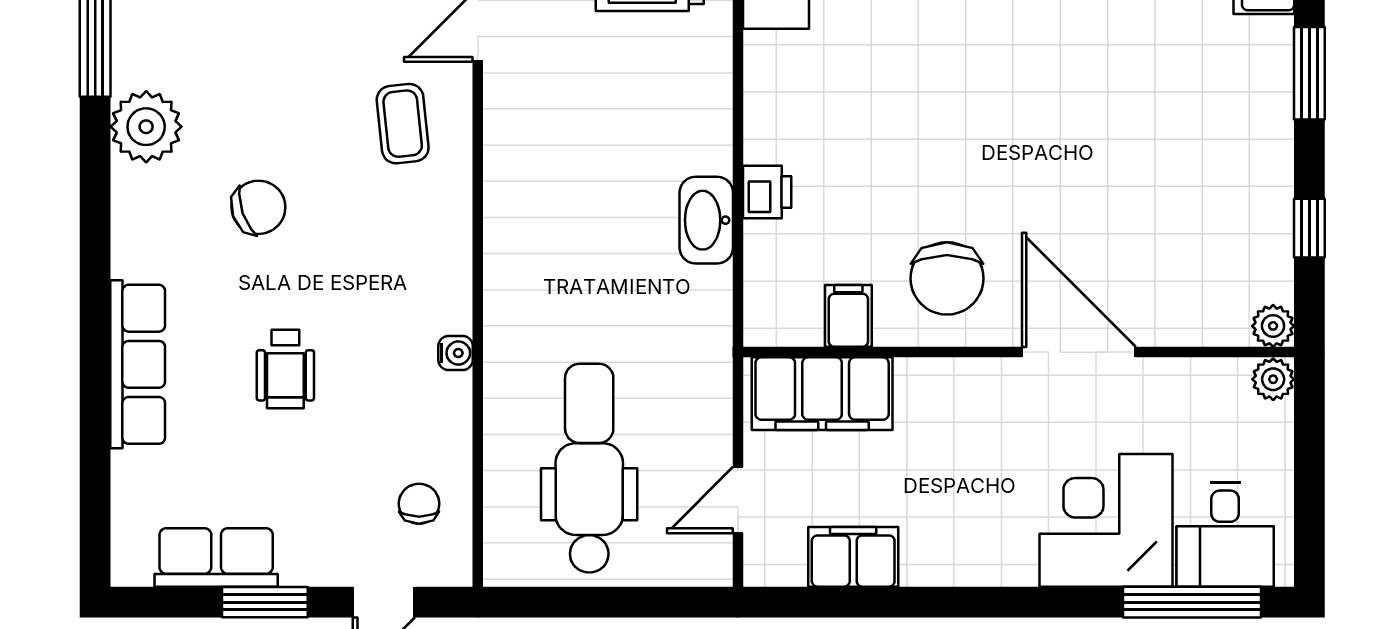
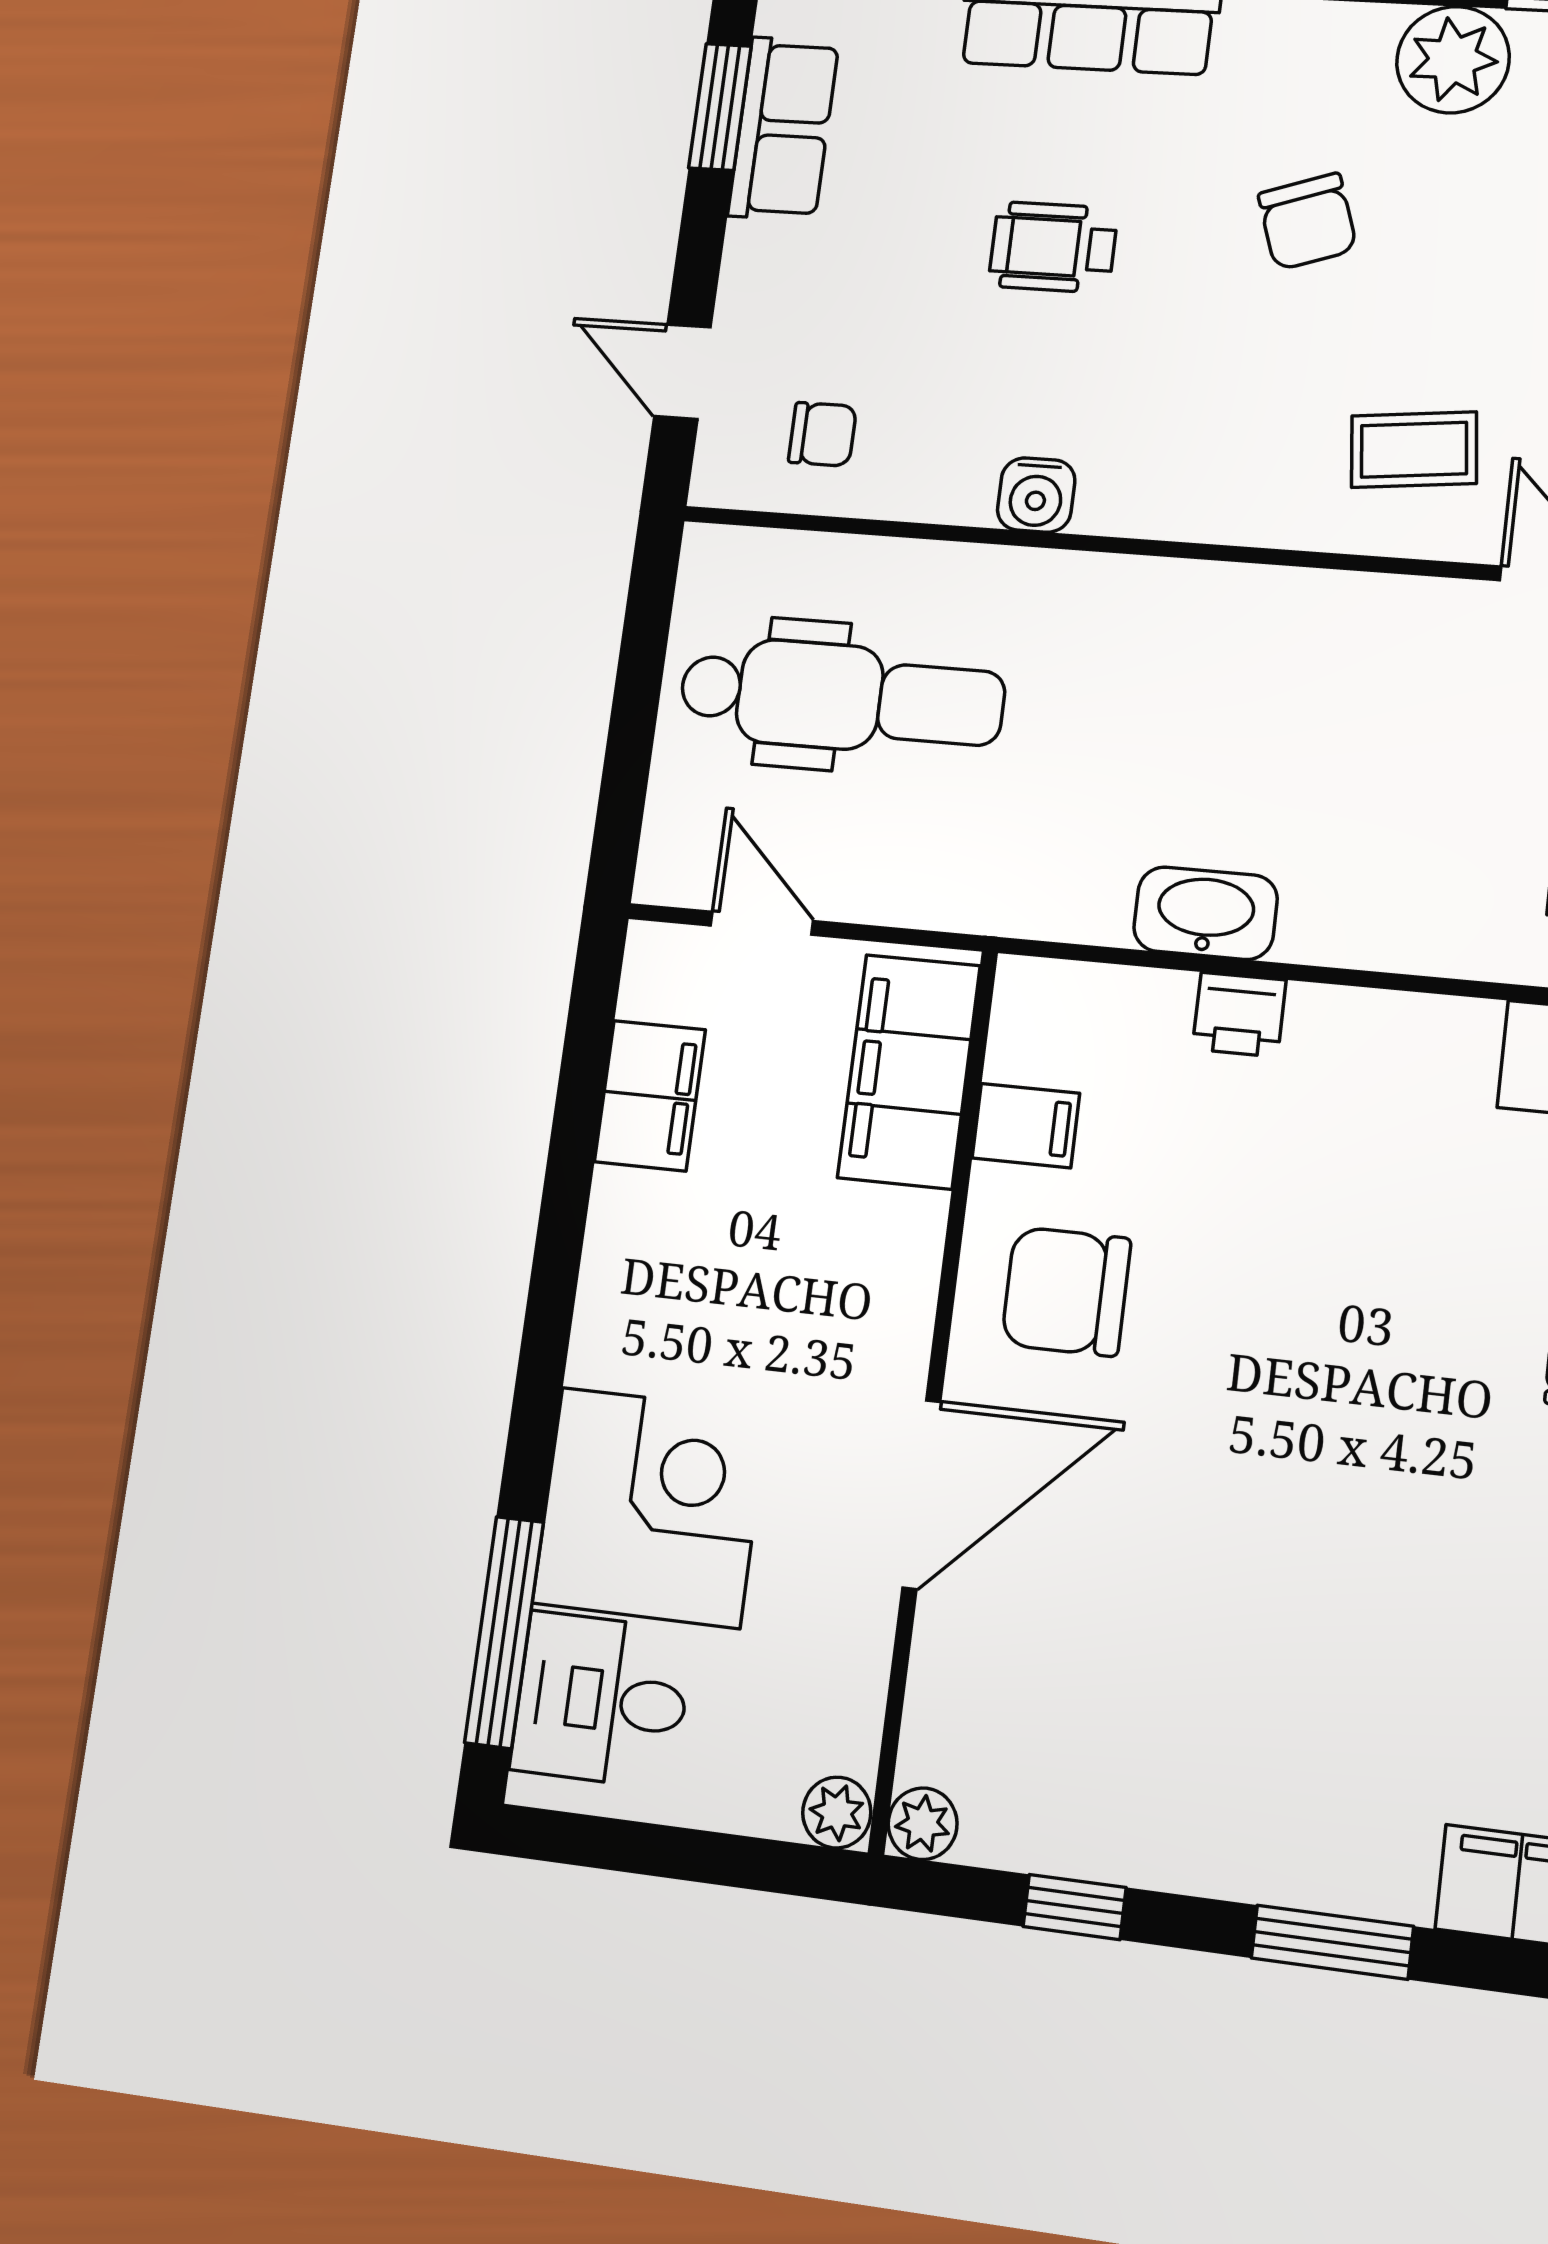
water cooler: (456, 353) -> (1036, 495), width x1.38, depth x1.38
window: (265, 602) -> (720, 107), moved

